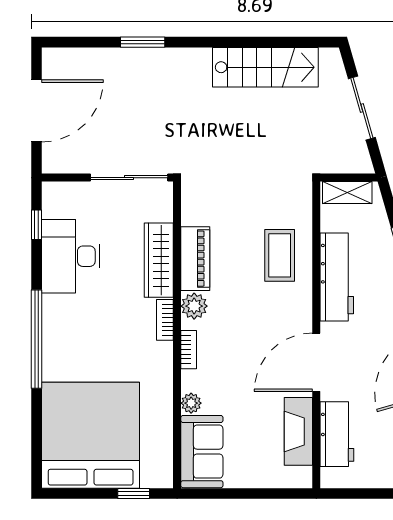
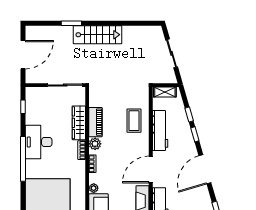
stairs: (265, 67) -> (98, 35), moved
desk: (71, 256) -> (39, 142), moved

